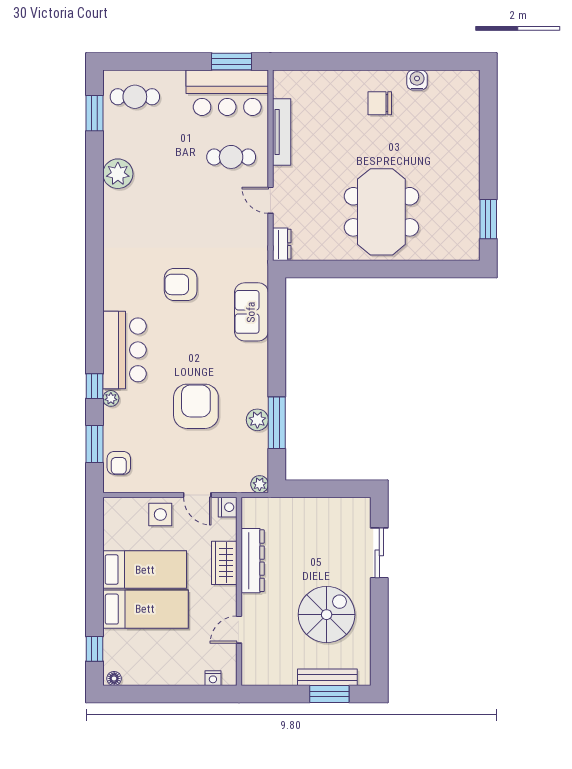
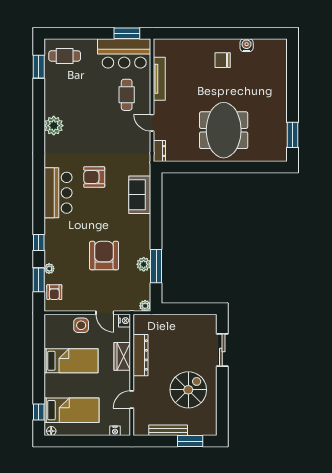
cafe table: (231, 157) -> (127, 95), turned 90
plant: (118, 174) -> (54, 126), moved
bar counter: (124, 350) -> (58, 193), moved
plant: (111, 398) -> (49, 269), moved
bed: (145, 609) -> (71, 410), moved
bench: (327, 677) -> (168, 430), moved

